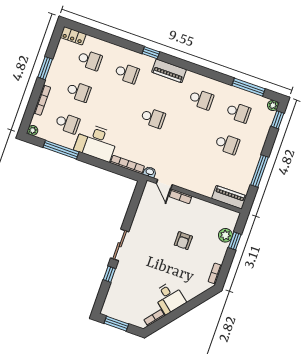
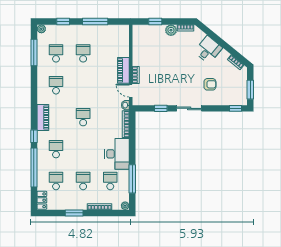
window: (114, 40) -> (34, 168), added
window: (277, 120) -> (63, 21), moved
door: (164, 184) -> (131, 91), swing flipped
piano: (229, 197) -> (123, 70), moved
window: (131, 212) -> (161, 108), added
plant: (225, 235) -> (171, 30), moved
armchair: (183, 241) -> (210, 84), moved
window: (109, 274) -> (236, 108), moved
desk: (169, 298) -> (208, 50), moved

